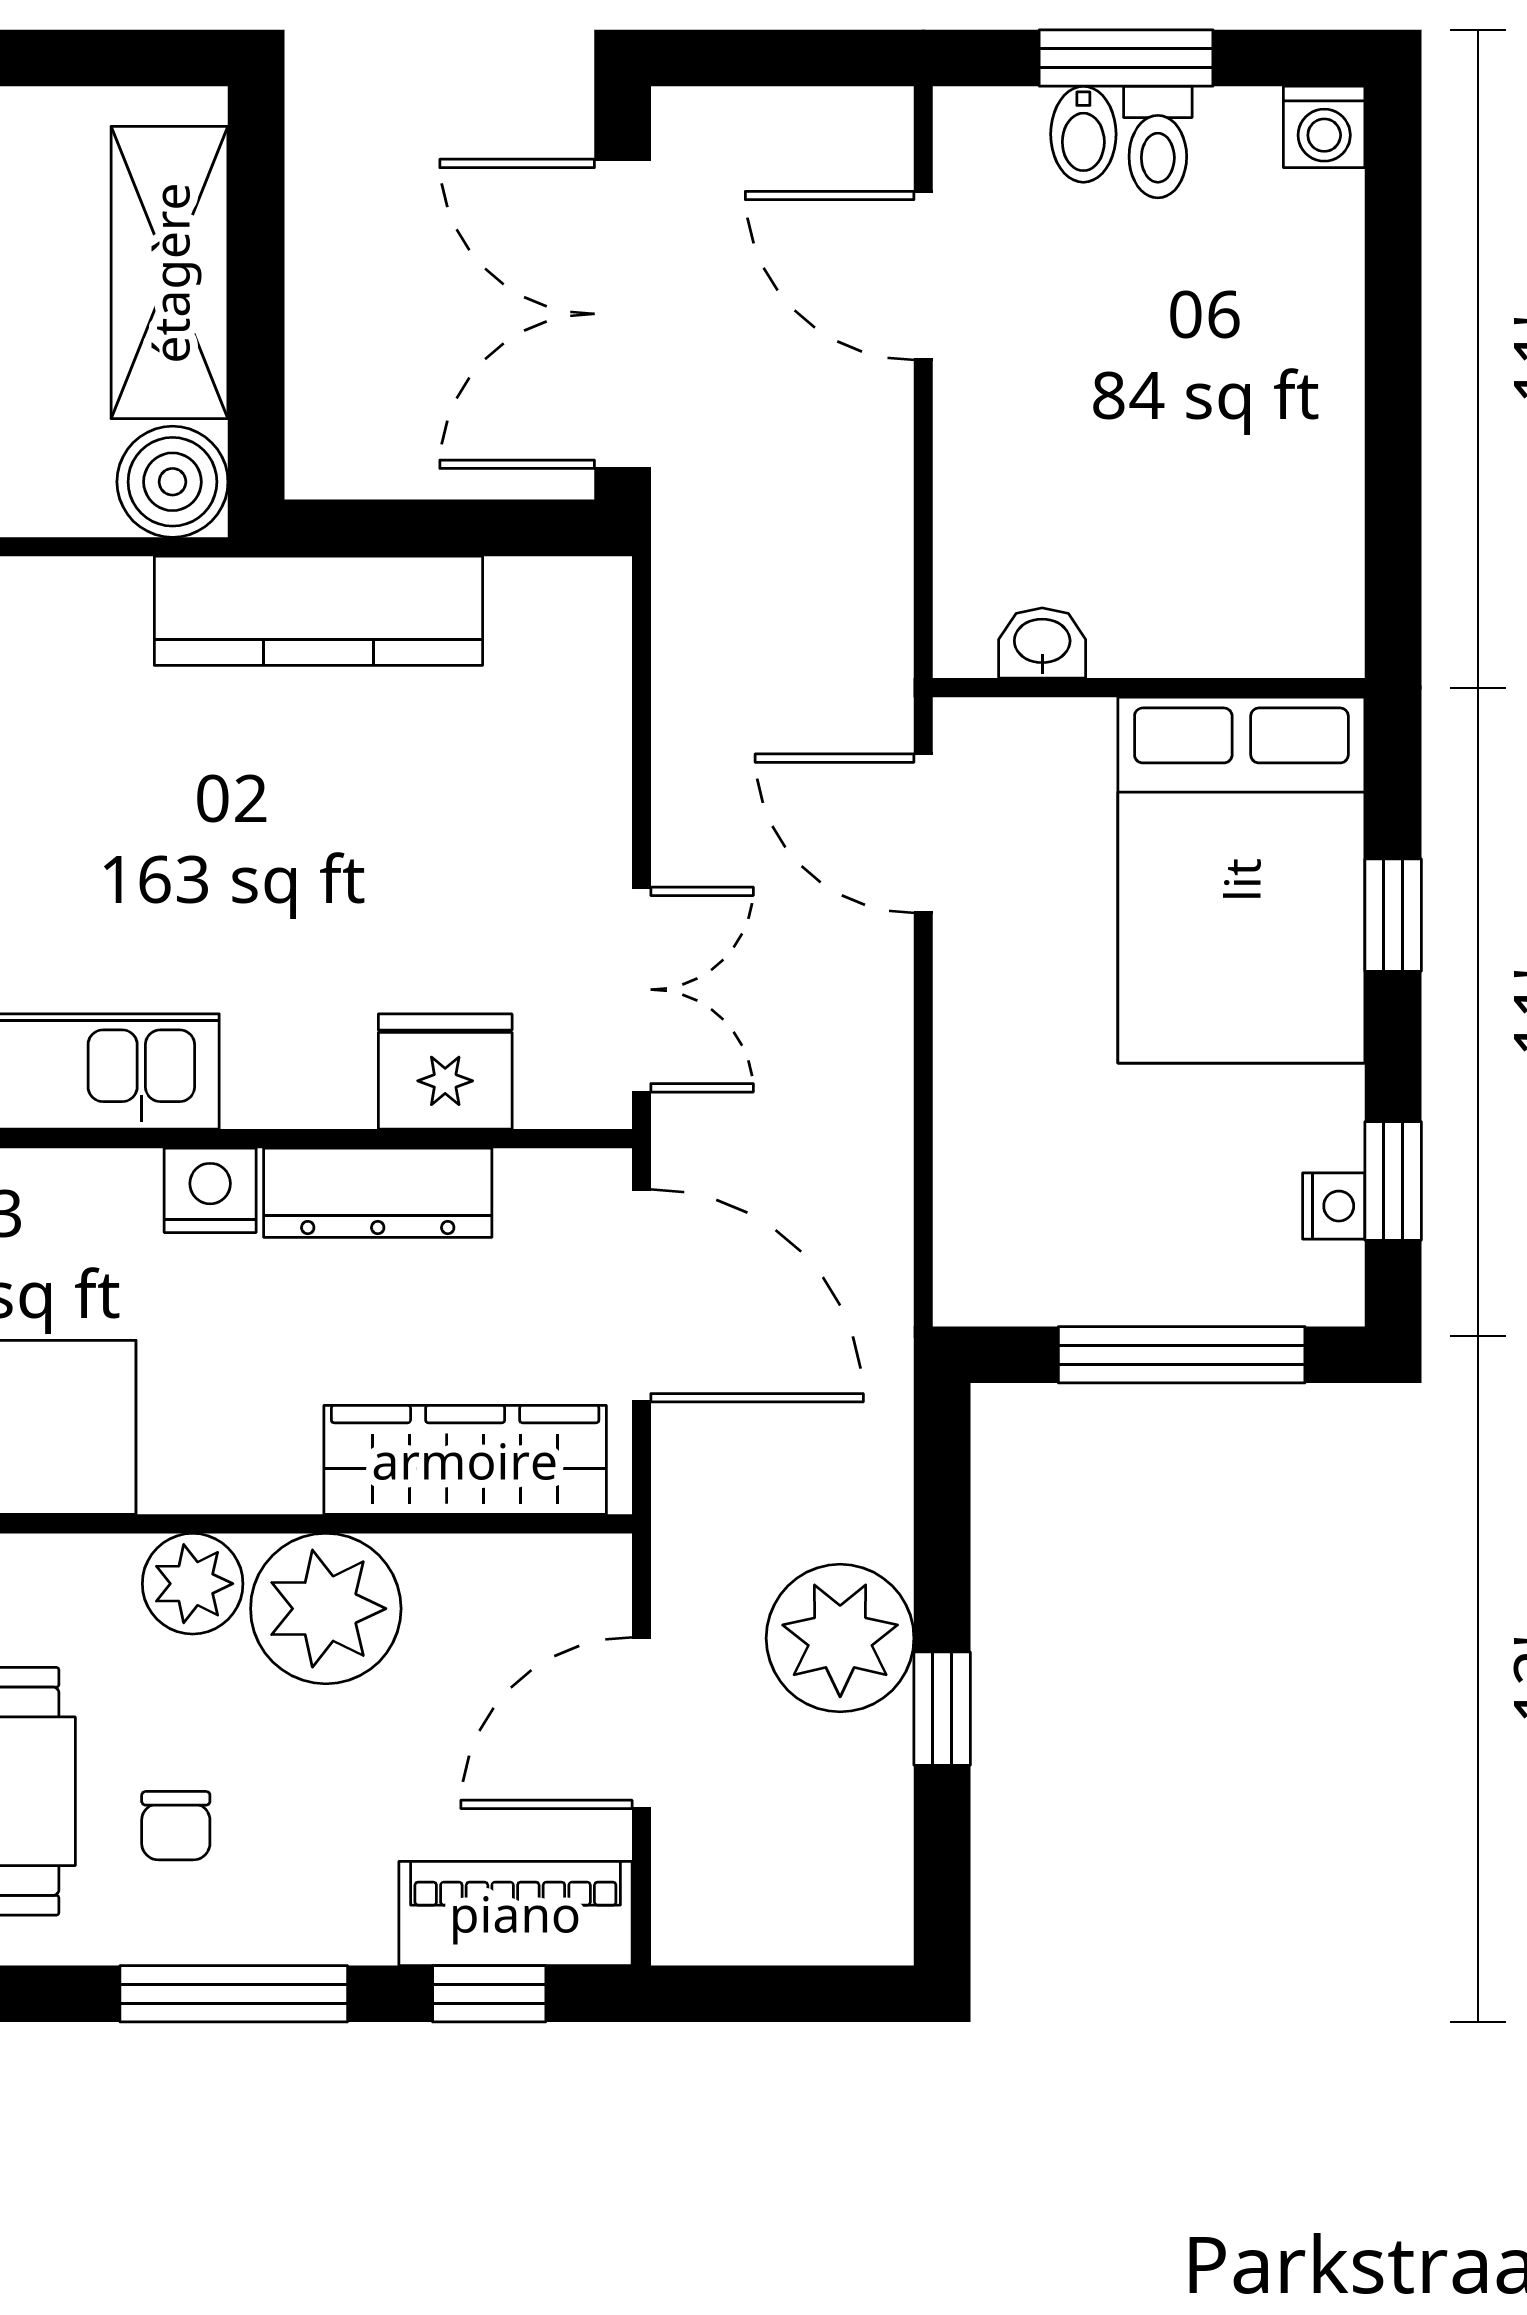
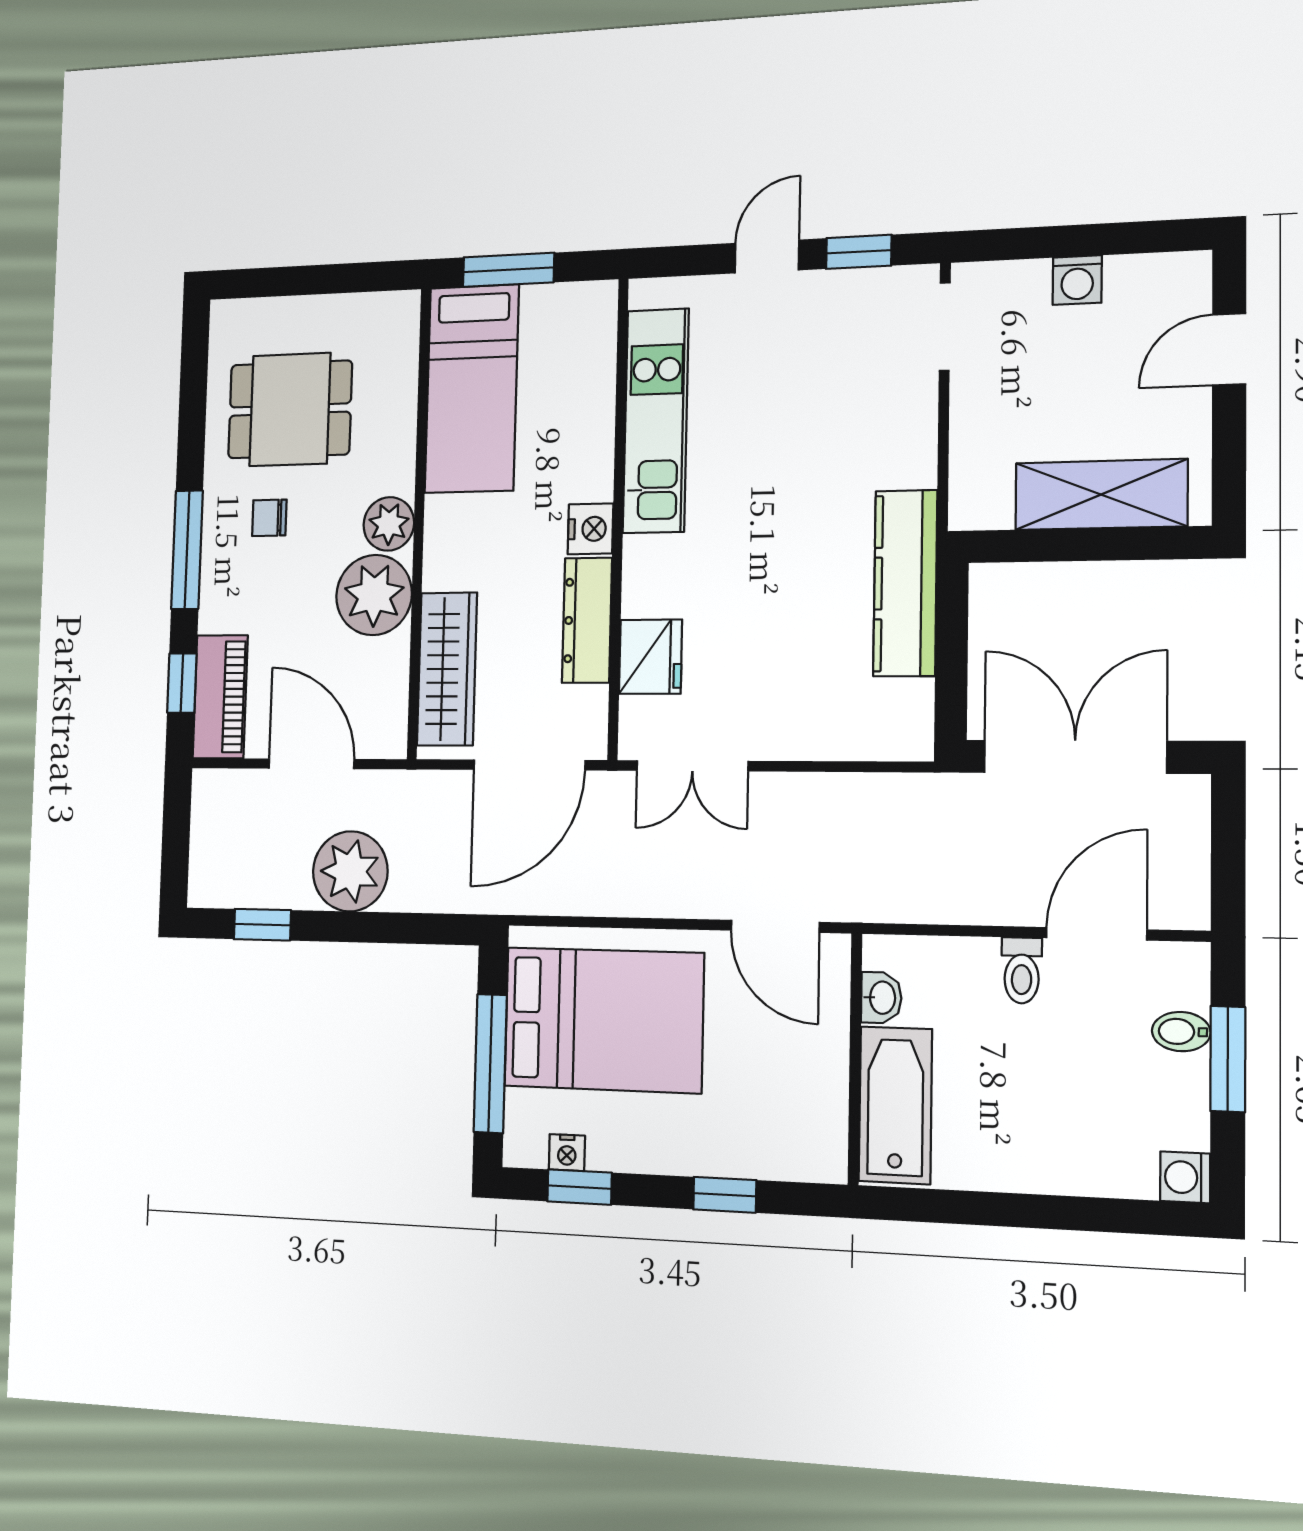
toilet: (1158, 142) -> (1022, 970), moved, turned -90
boiler: (172, 482) -> (980, 499), removed
bathtub: (1225, 616) -> (895, 1105), added
door: (923, 833) -> (775, 926), swing flipped
bed: (1241, 880) -> (604, 1020), moved, turned 180
window: (942, 1709) -> (262, 925), moved

